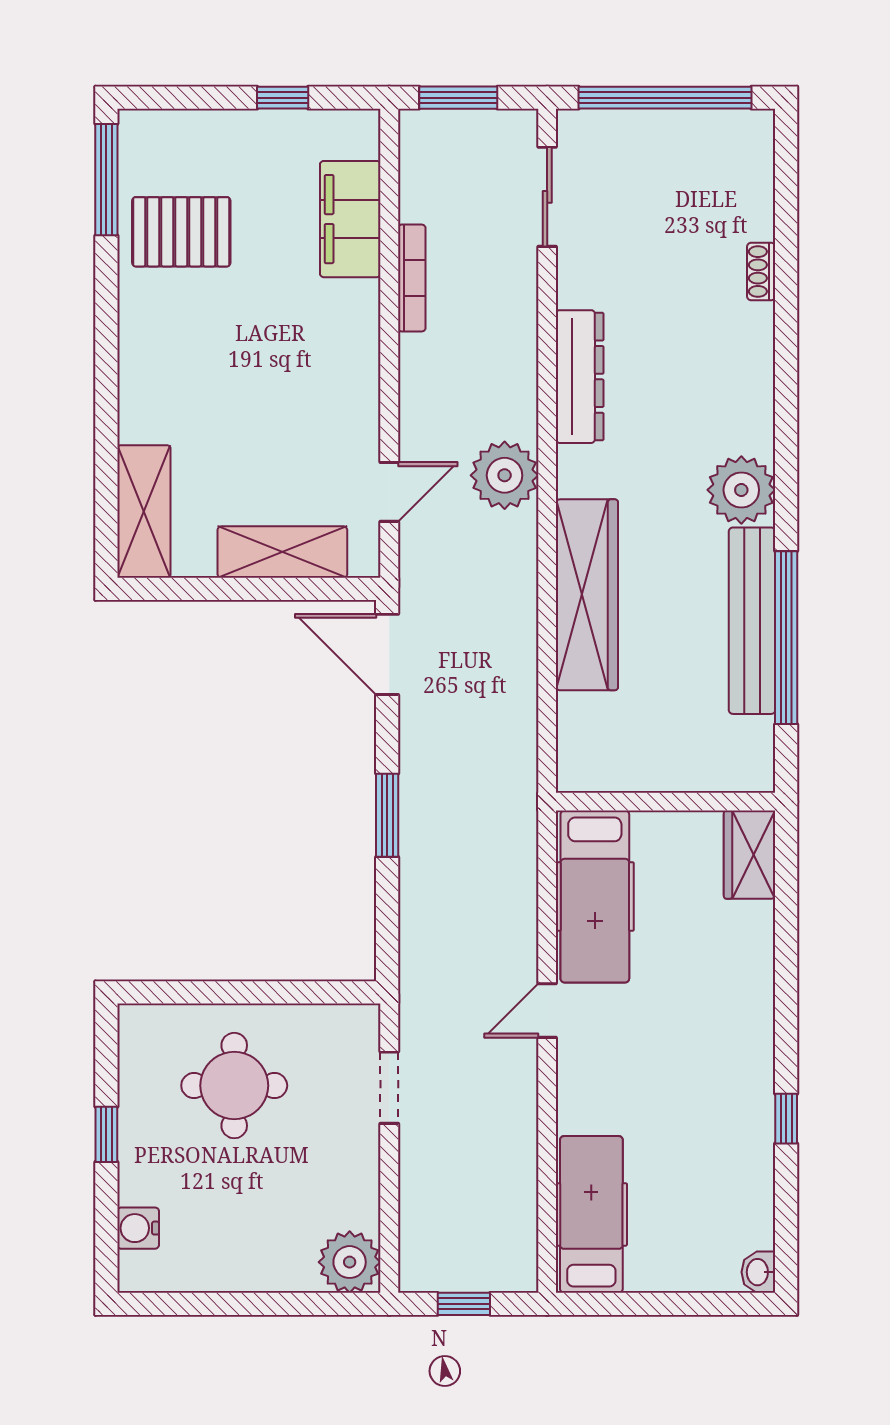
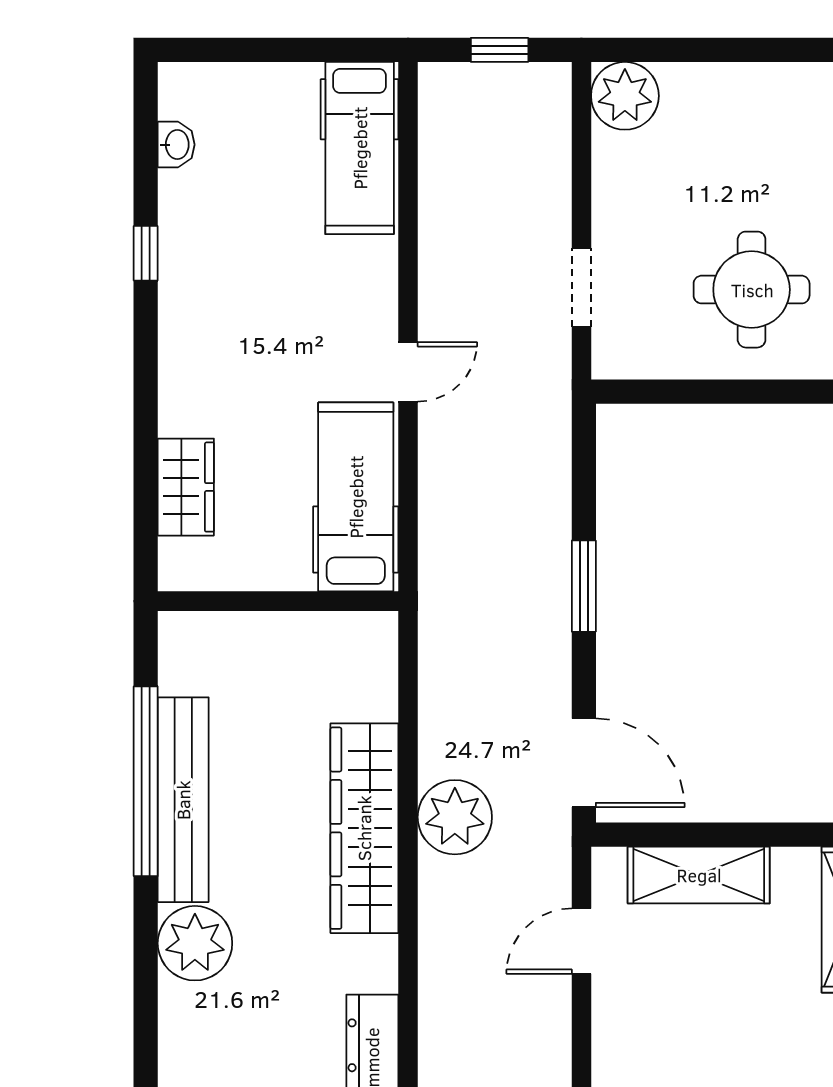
plant: (505, 475) -> (455, 817), moved
wardrobe: (750, 855) -> (186, 487), moved
washbasin: (758, 1272) -> (176, 145), moved

